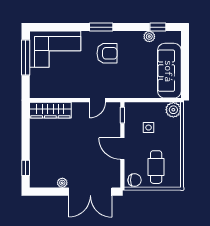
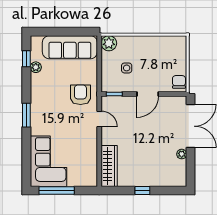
armchair: (107, 53) -> (80, 95), moved
cafe table: (156, 167) -> (166, 60), removed
window: (26, 168) -> (142, 191), moved

